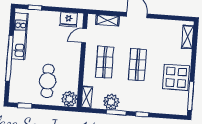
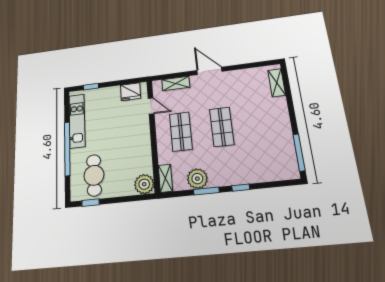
door: (84, 36) -> (151, 106), swing flipped
display table: (176, 77) -> (274, 133), removed
cafe table: (48, 81) -> (94, 175), moved

